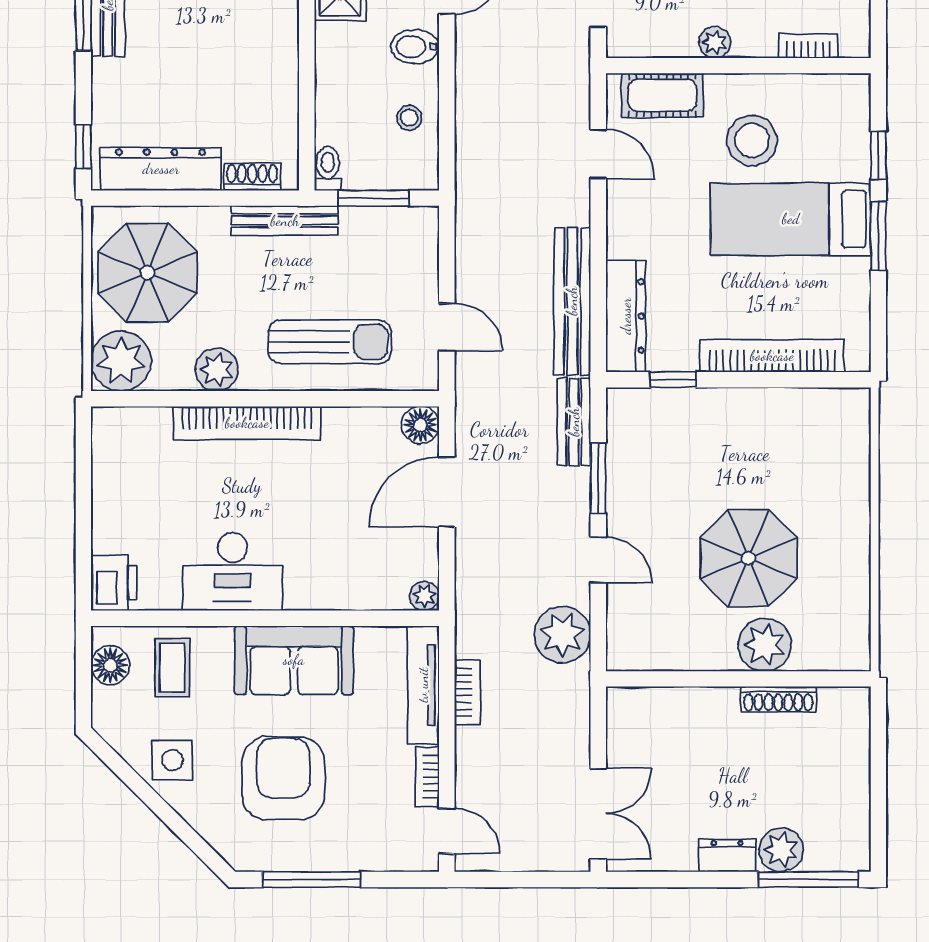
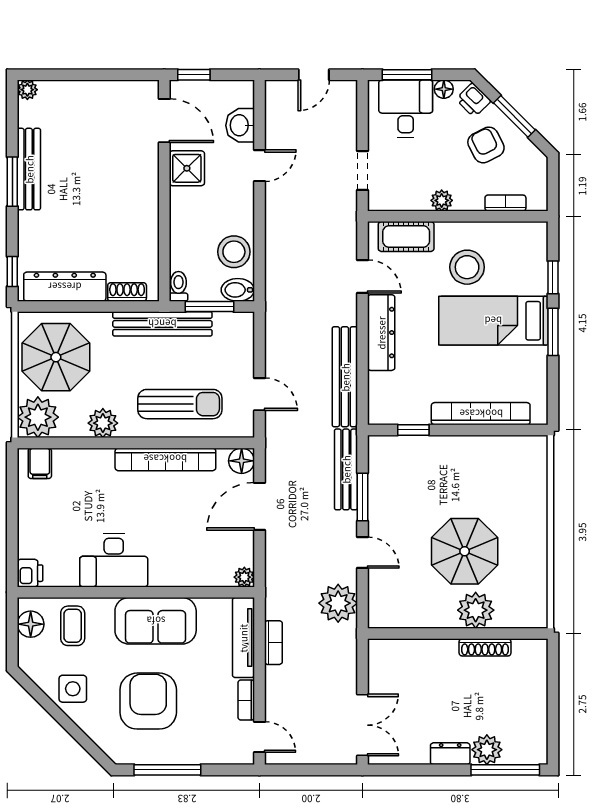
bidet: (415, 47) -> (238, 290), moved
stool: (409, 118) -> (234, 252), width x1.89, depth x1.89
bench: (285, 221) -> (162, 324), width x1.37, depth x1.21
dresser: (626, 316) -> (381, 333), moved
bench: (574, 422) -> (346, 469), width x1.36
bookcase: (247, 423) -> (165, 459), moved
filing cabinet: (124, 429) -> (40, 463), added
printer: (114, 583) -> (30, 573), width x0.73, depth x0.81

